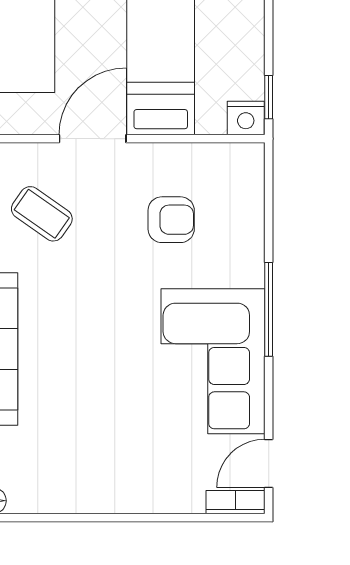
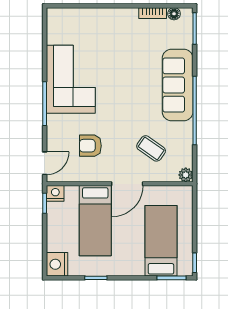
door: (269, 463) -> (45, 163), moved
bookcase: (236, 502) -> (153, 13), moved

